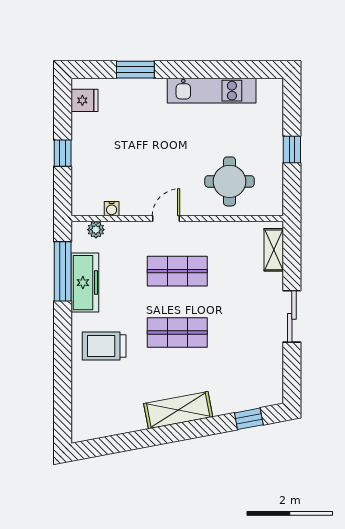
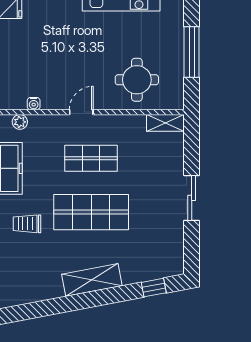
window: (292, 150) -> (192, 52), width x2.17
shelving: (274, 250) -> (165, 123), moved, turned 90
shop shelf: (177, 333) -> (91, 212), width x1.43, depth x1.36
trolley: (104, 346) -> (27, 224), width x0.73, depth x0.72

